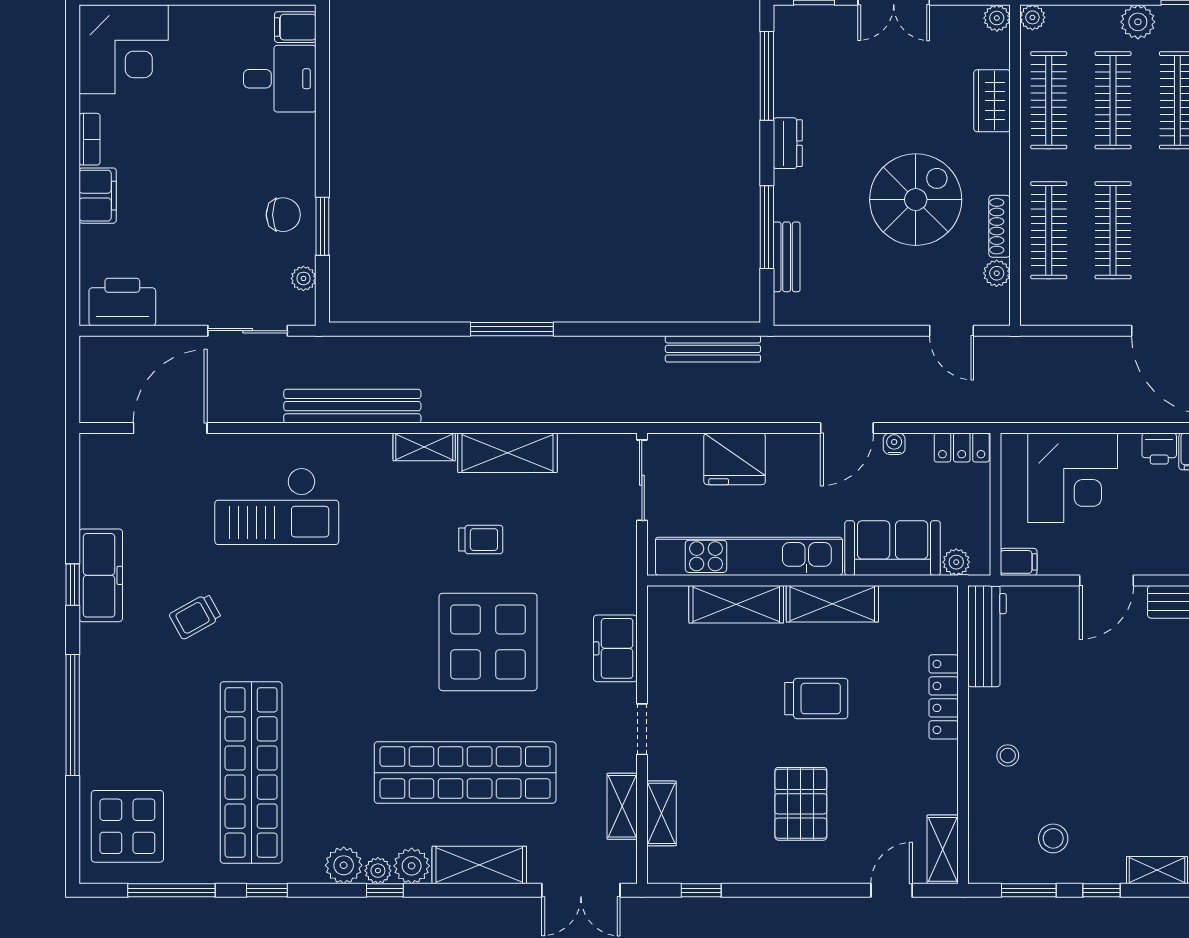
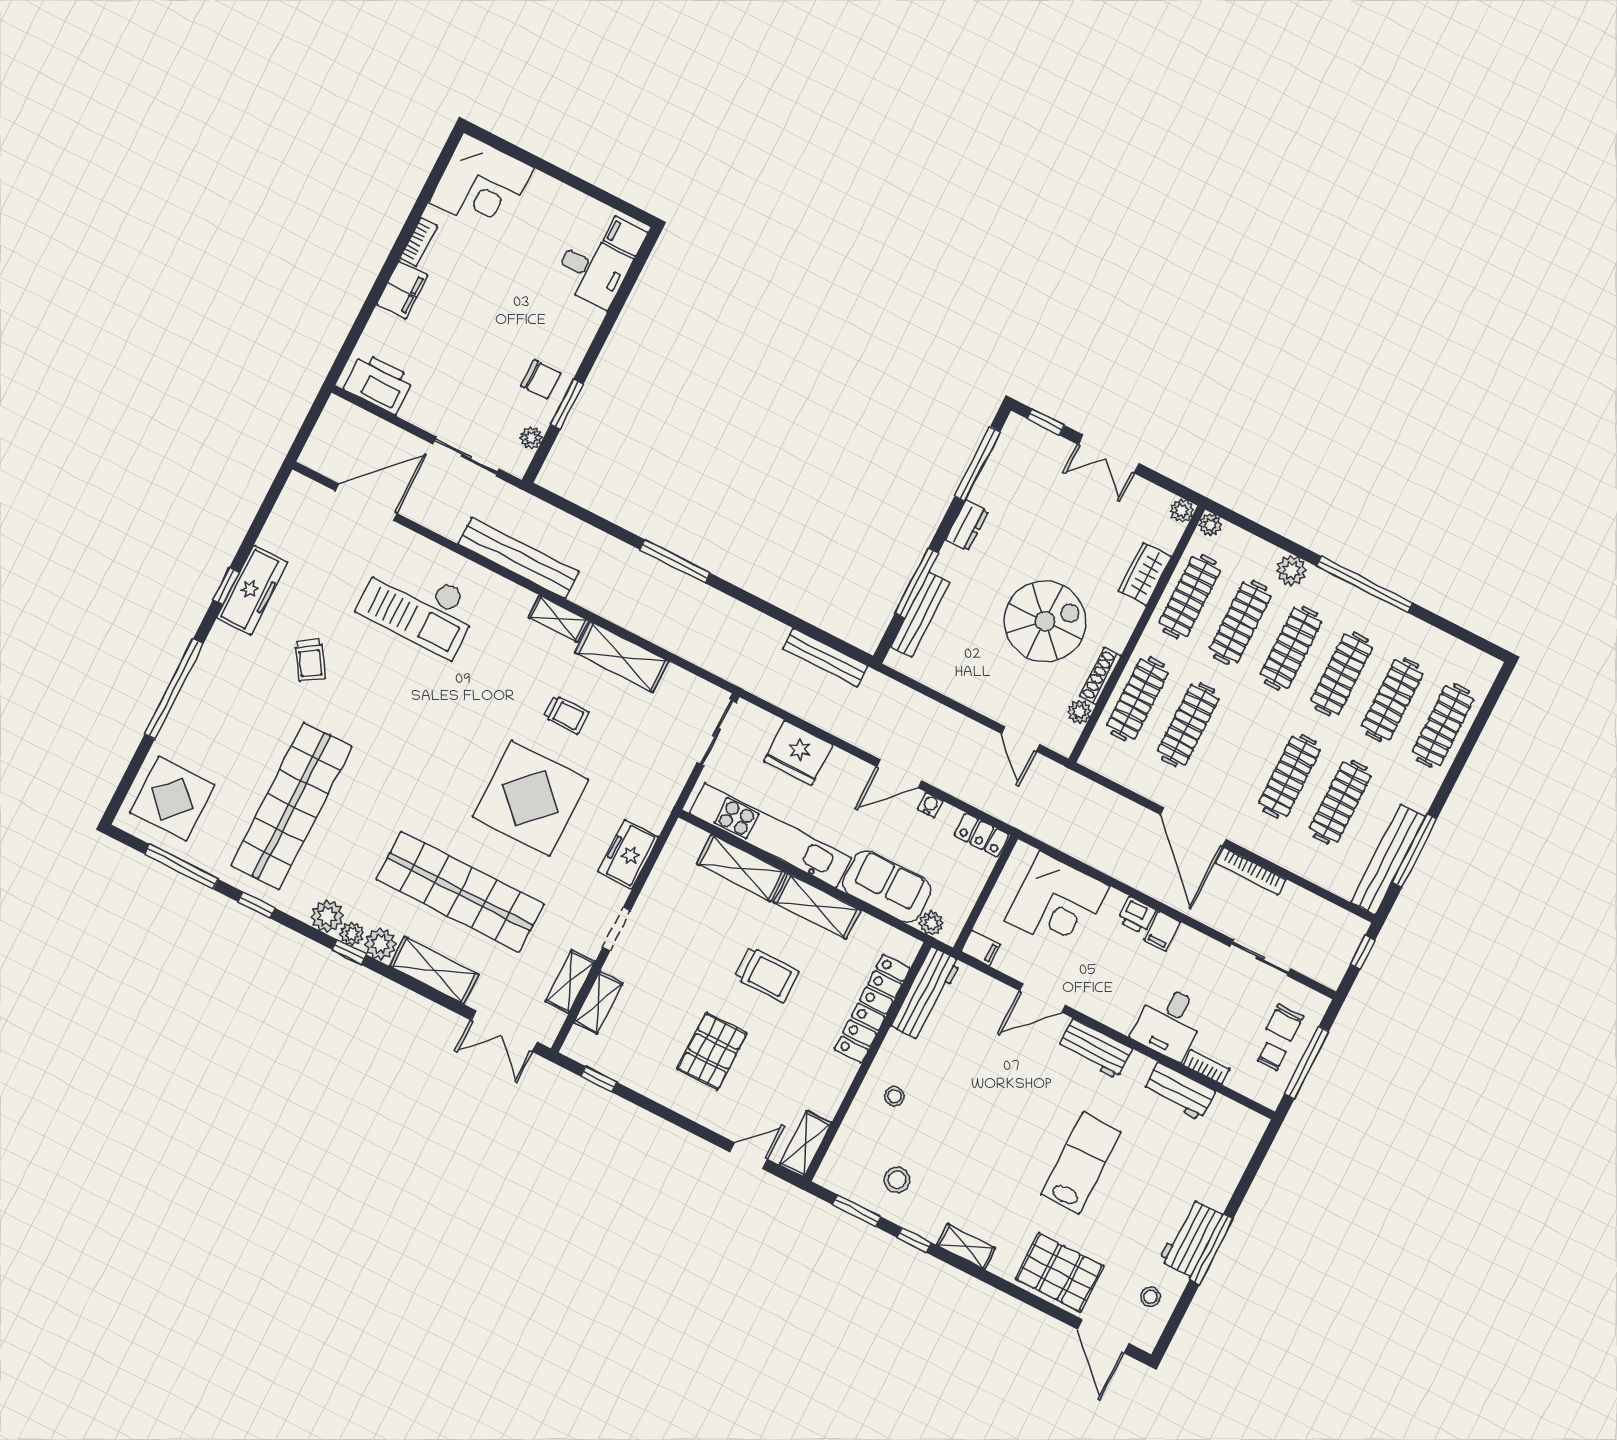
bench: (787, 257) -> (920, 615), width x1.36
trolley: (195, 616) -> (310, 660), turned -94
locker: (944, 697) -> (872, 1009), width x1.41, depth x1.21

